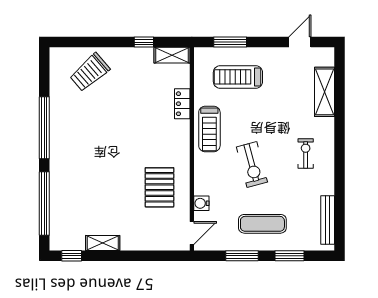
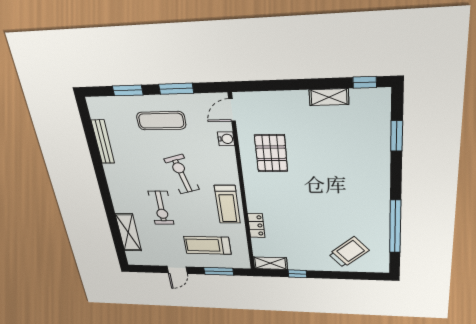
door: (300, 42) -> (177, 270), moved
treadmill: (238, 77) -> (207, 245), turned 180
window: (44, 128) -> (395, 227), moved
treadmill: (209, 129) -> (227, 204), turned 180
exercise bike: (306, 154) -> (161, 208), moved, width x1.38, depth x1.39
window: (44, 203) -> (397, 136), width x0.47
bench: (328, 220) -> (103, 142), moved

